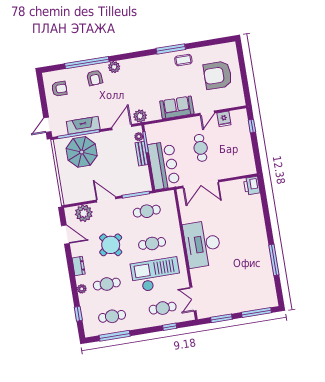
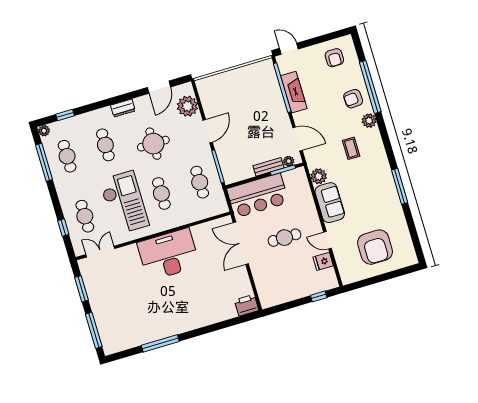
coffee table: (183, 60) -> (351, 148), moved
armchair: (218, 75) -> (375, 247), turned 180
plant: (140, 116) -> (319, 176), moved
parasol: (82, 152) -> (261, 94), removed
round table: (111, 245) -> (153, 144), turned 36
plant: (82, 289) -> (44, 131), moved

